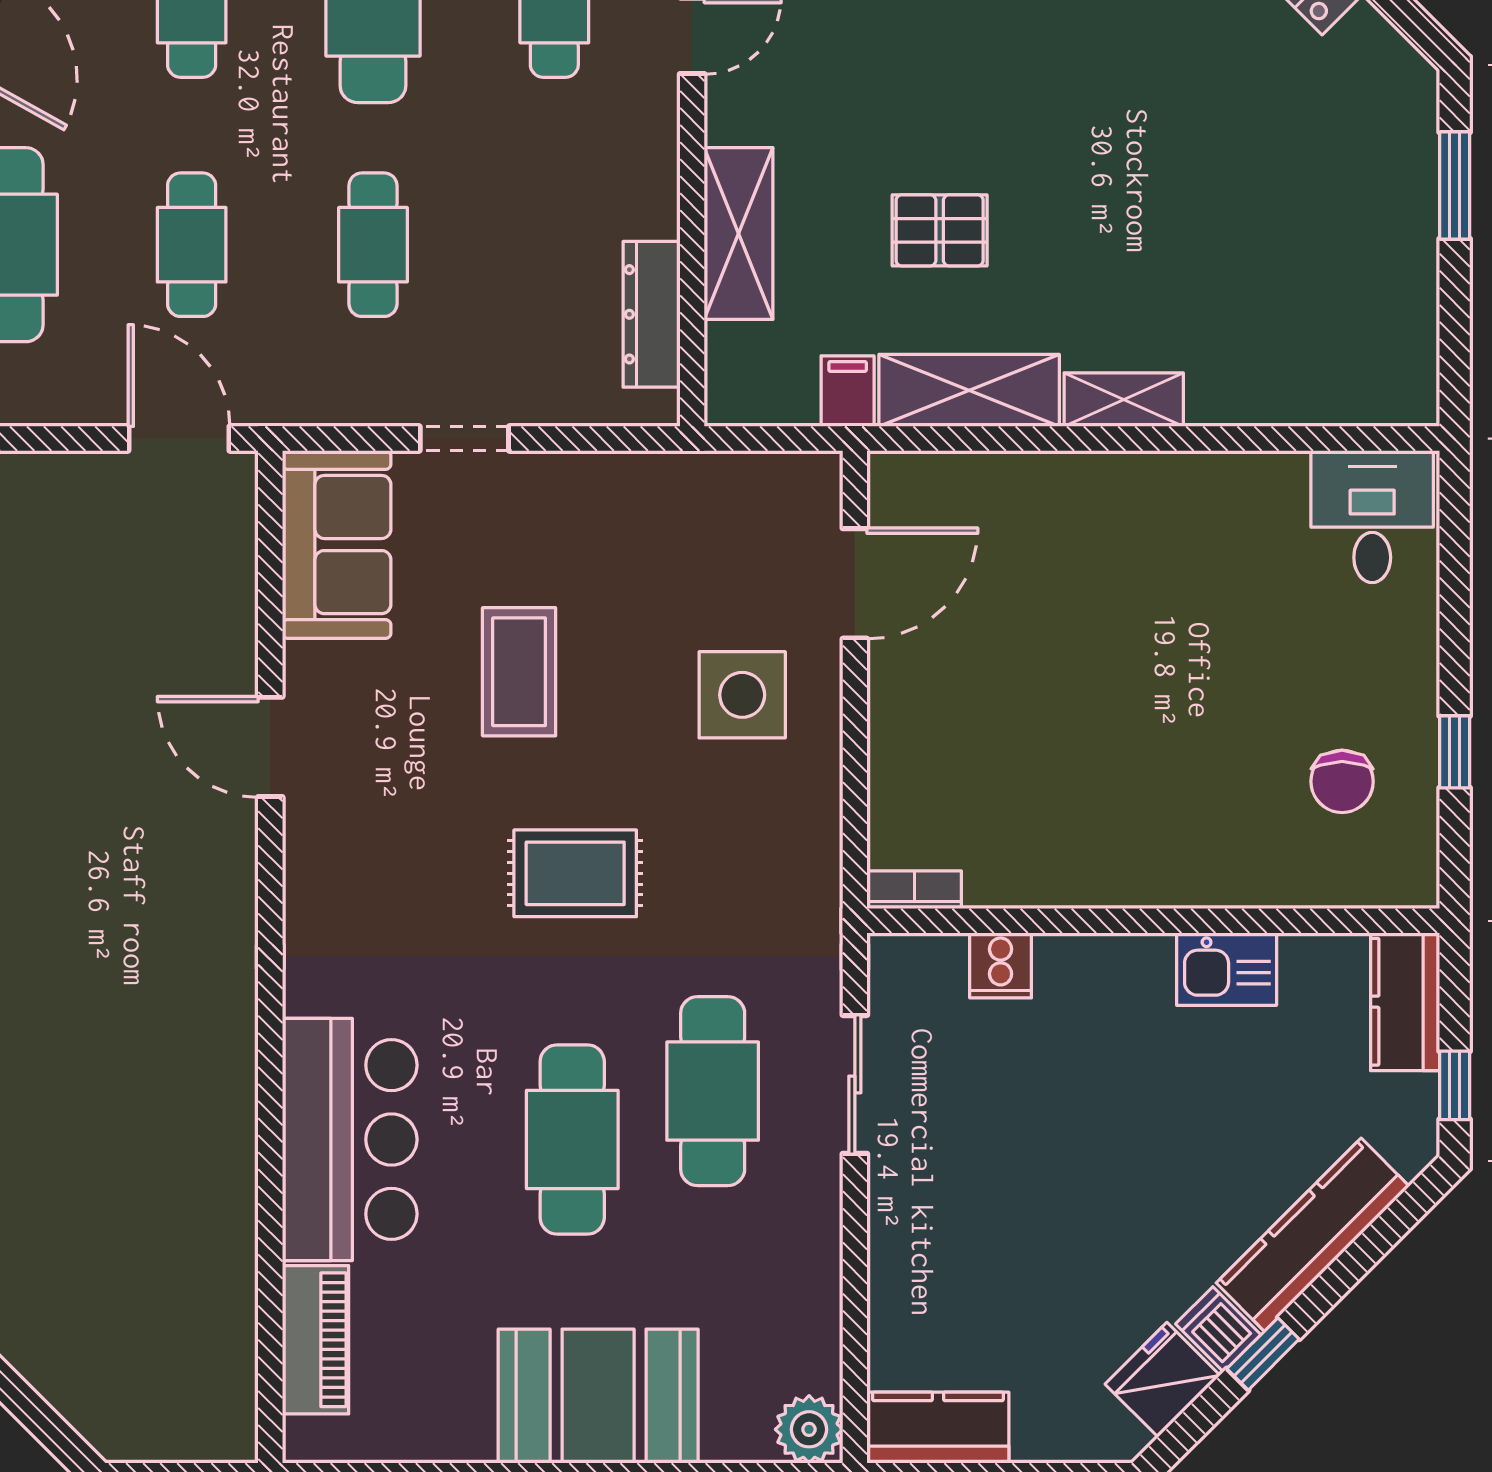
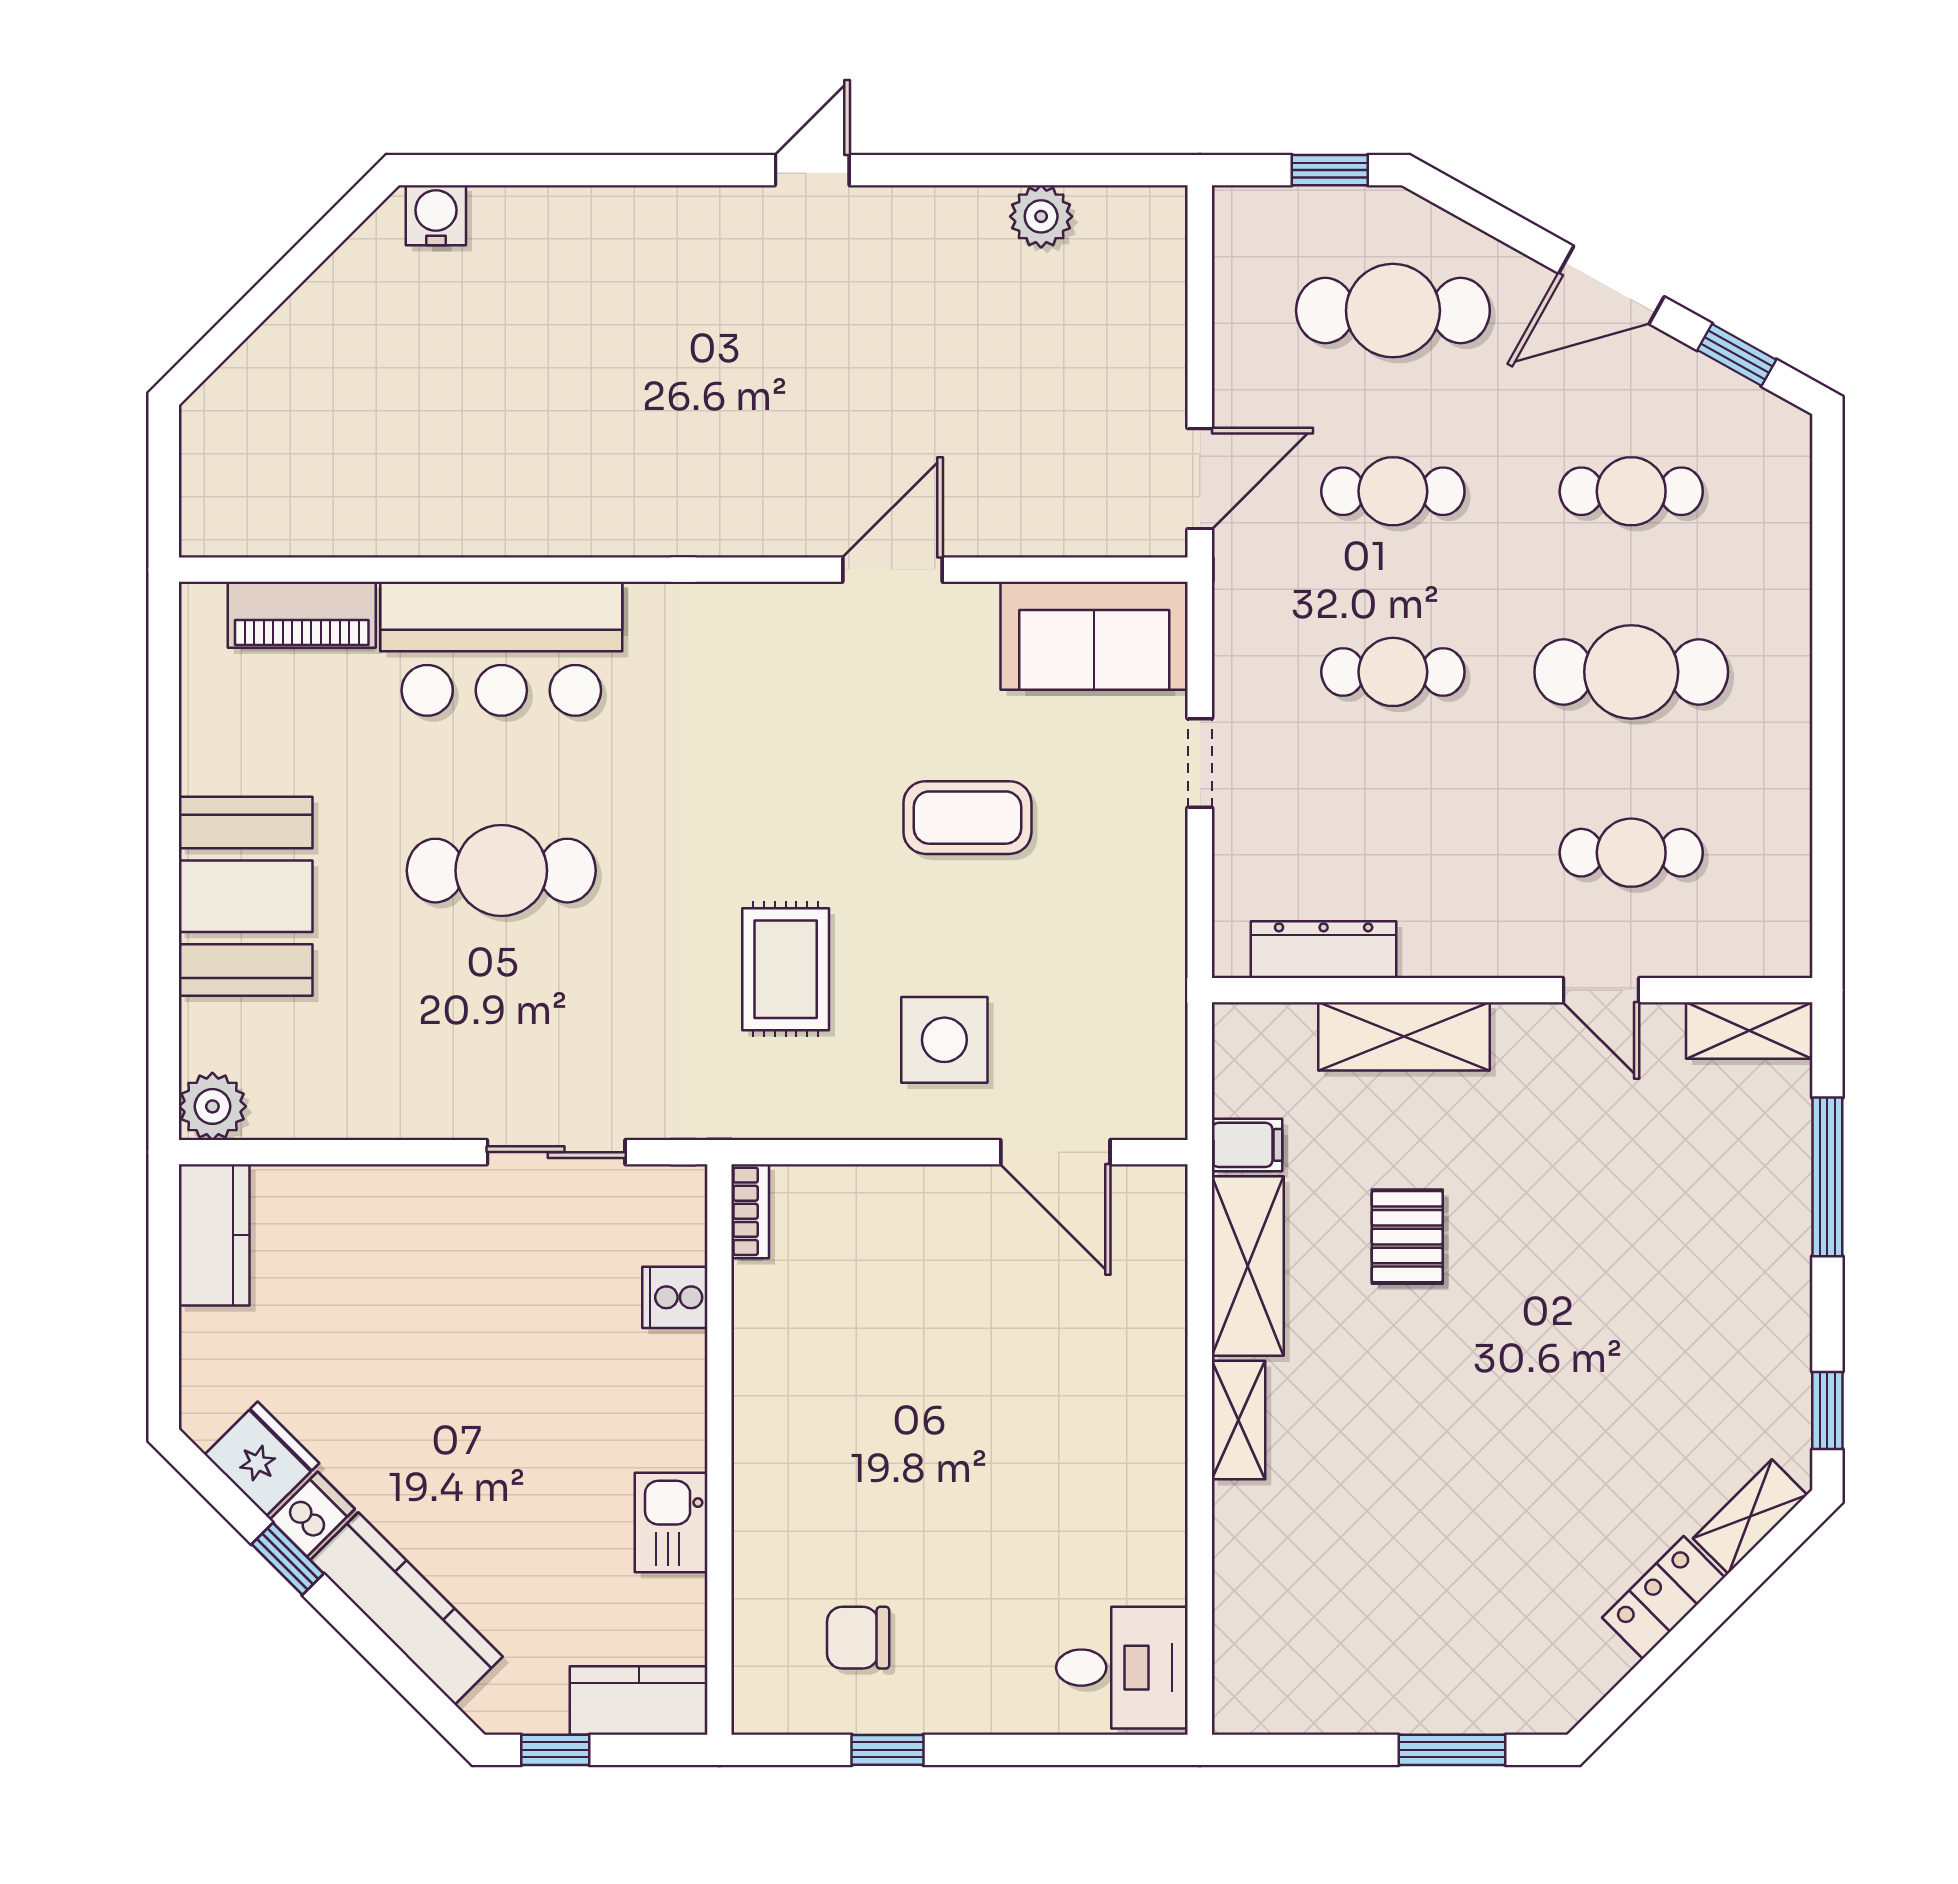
rug: (575, 873) -> (786, 969), moved
cafe table: (713, 1091) -> (550, 1010), removed

